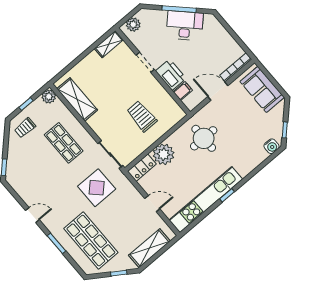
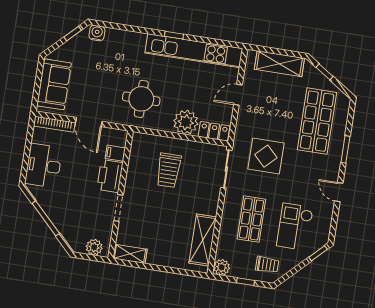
desk: (185, 26) -> (44, 166), moved, turned 45
checkout: (34, 167) -> (295, 227), added
door: (152, 204) -> (238, 95), hinge flipped

